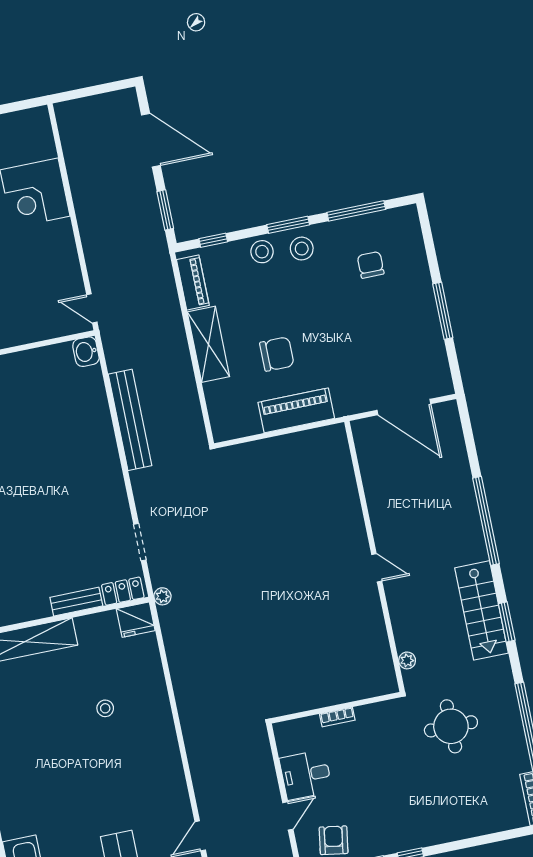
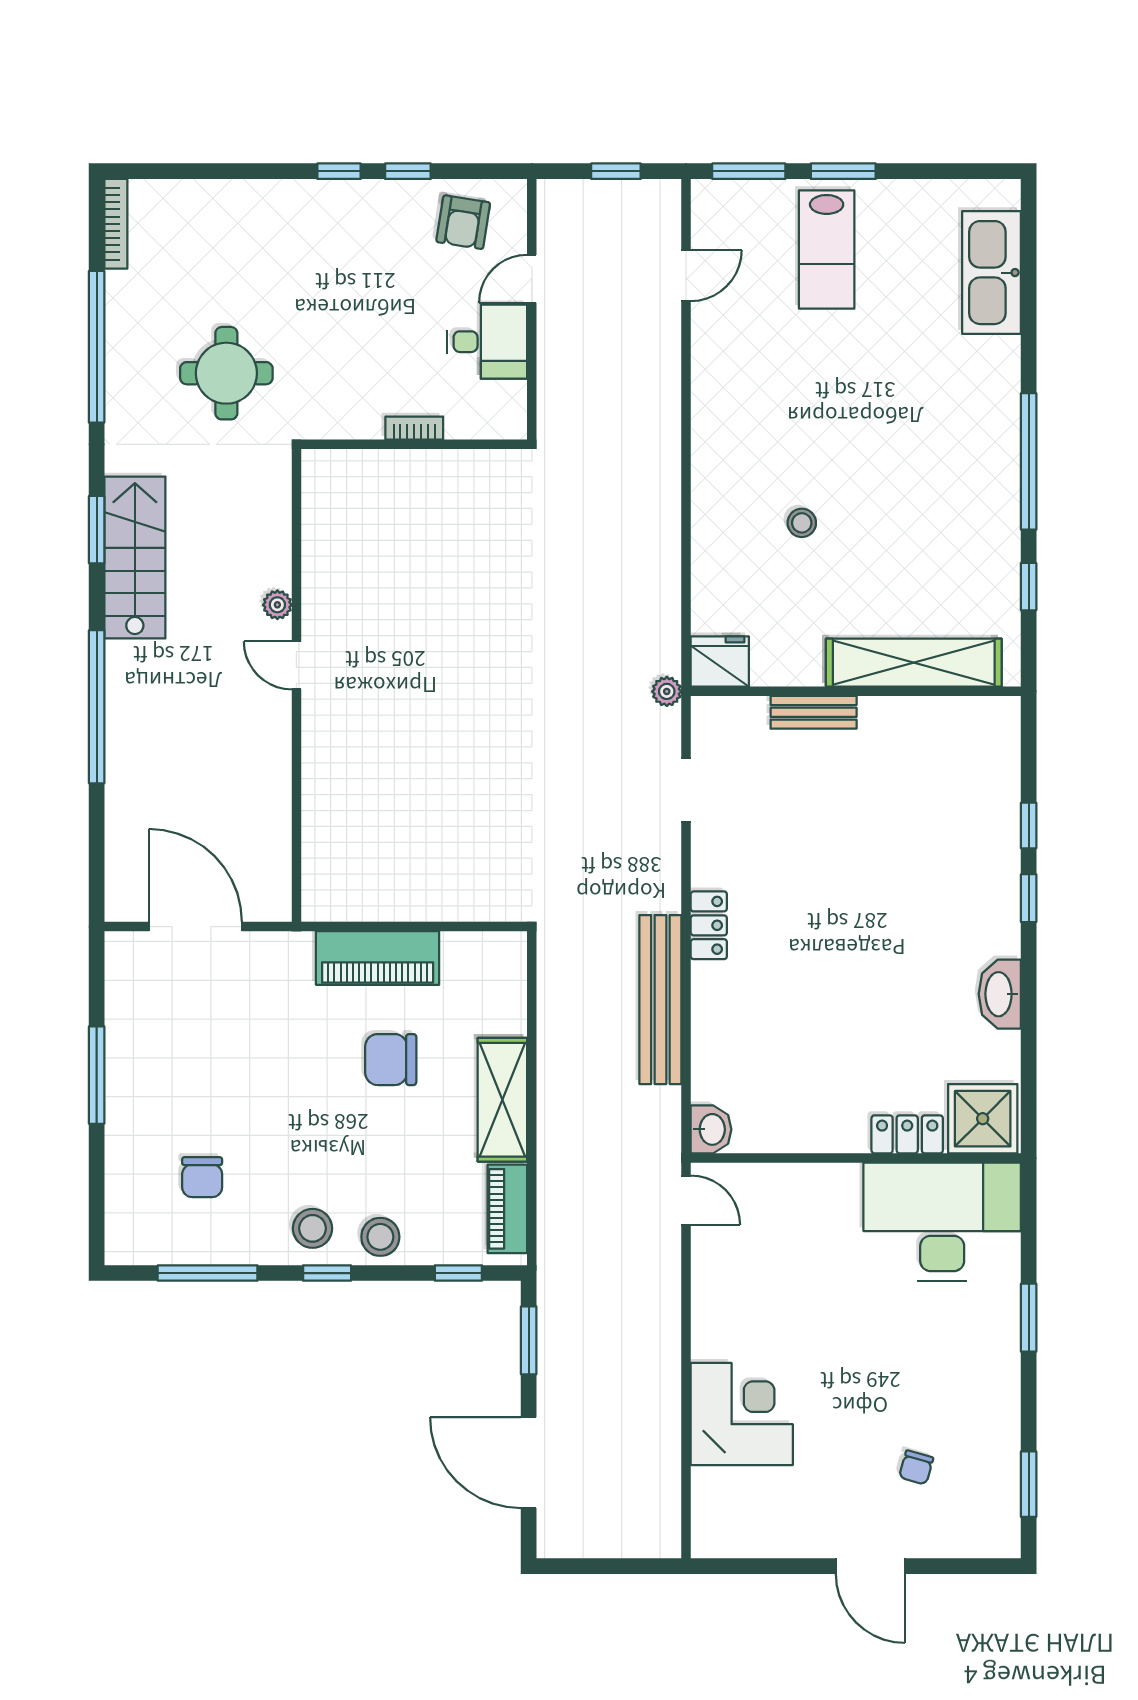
window: (288, 225) -> (327, 1273), width x0.67
locker: (123, 591) -> (709, 925), moved, turned -90
plant: (407, 660) -> (277, 605), moved

